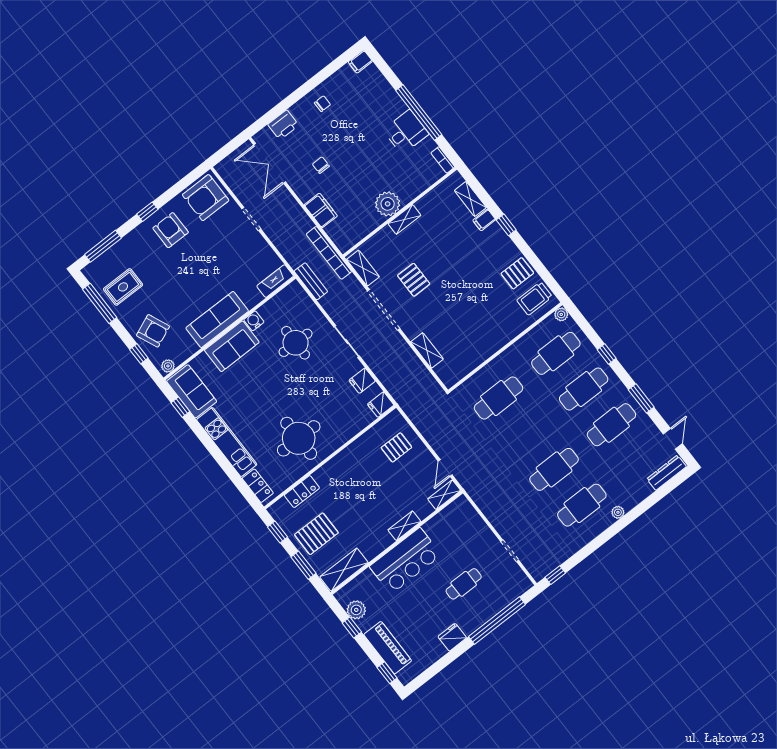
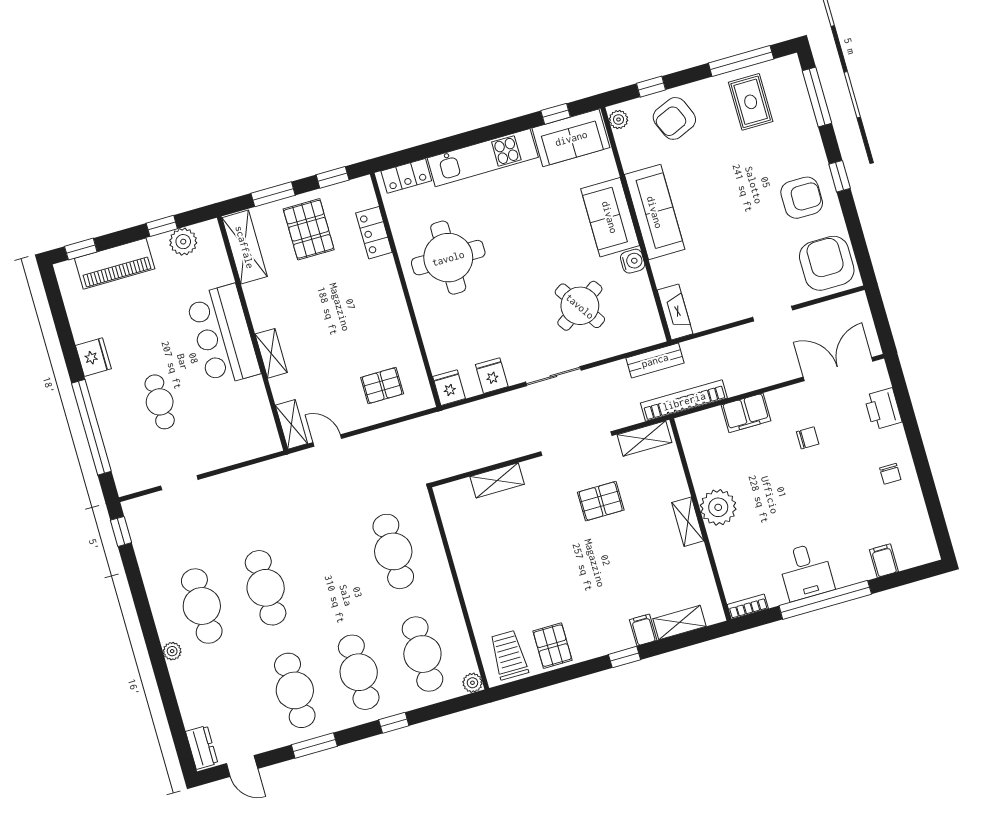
filing cabinet: (360, 62) -> (884, 561), moved
round table: (296, 343) -> (580, 306), turned -34
pallet: (396, 447) -> (382, 386), turned 90
dresser: (667, 473) -> (202, 747), width x0.70

